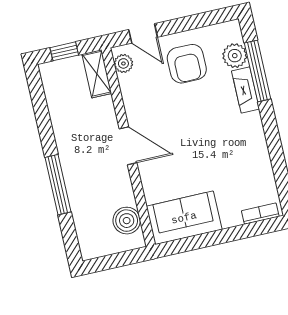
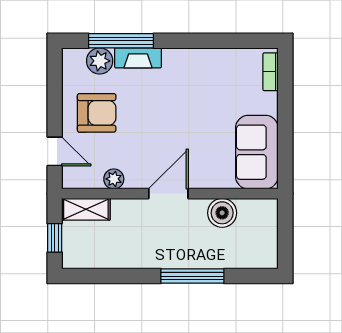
door: (143, 33) -> (55, 151), hinge flipped
plant: (123, 63) -> (114, 179), moved
boiler: (127, 221) -> (222, 213), moved

